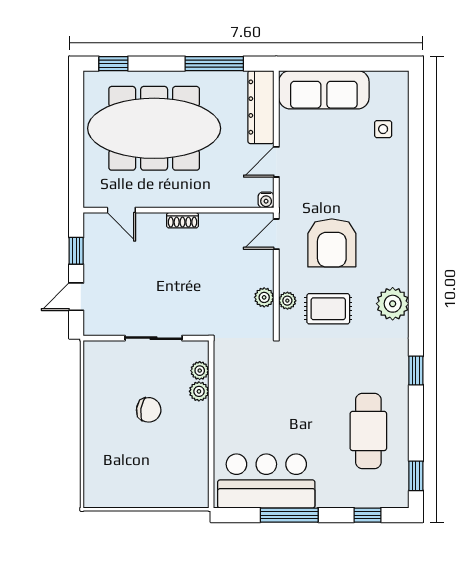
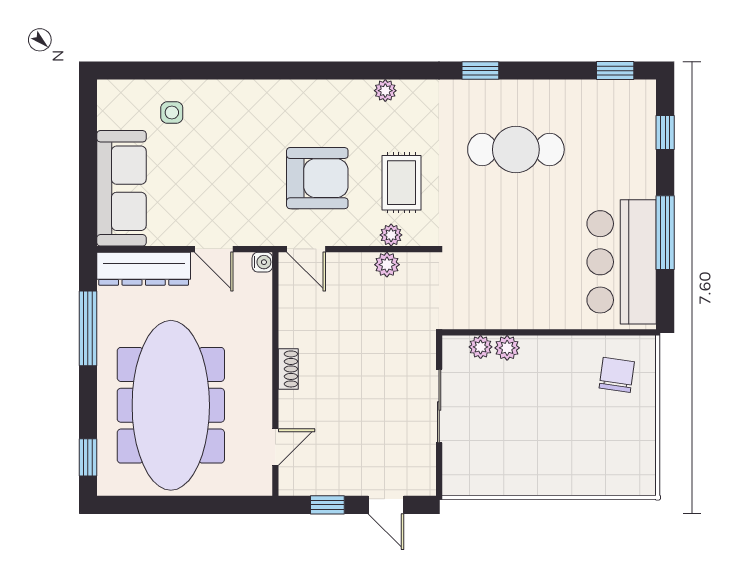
plant: (393, 304) -> (385, 91), width x0.53, depth x0.53
chair: (149, 410) -> (617, 375), moved
cafe table: (368, 431) -> (516, 150), moved

